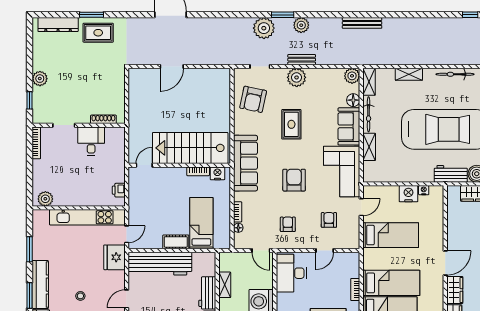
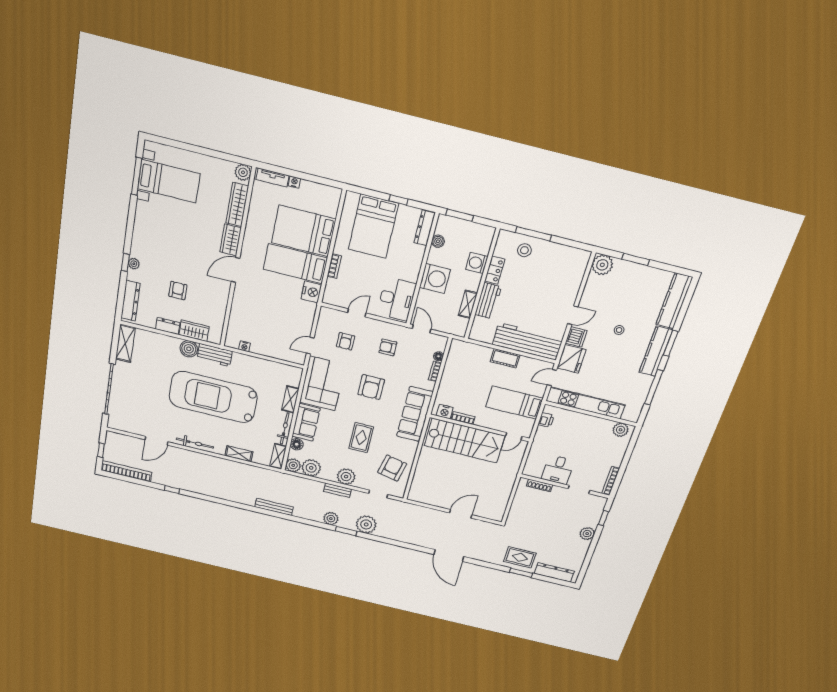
plant: (333, 78) -> (311, 468), added
nightstand: (408, 194) -> (311, 292), moved, turned -90
bed: (201, 223) -> (514, 403), moved, turned 90
armchair: (288, 224) -> (388, 347), turned 89
bed: (391, 235) -> (286, 311), removed
window: (30, 249) -> (654, 387), width x1.44
dishwasher: (117, 279) -> (576, 337), added

